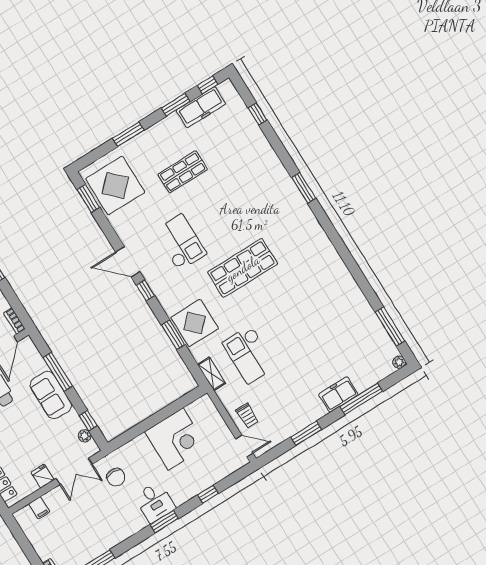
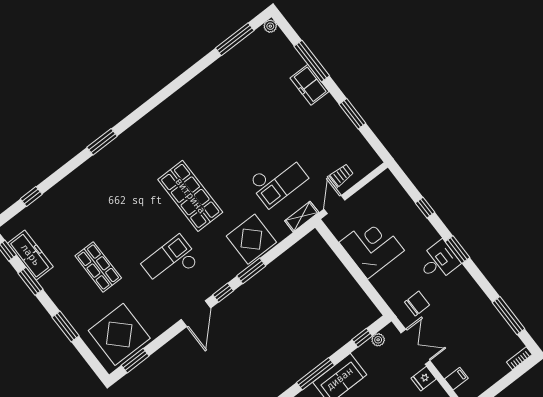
window: (173, 335) -> (251, 271), moved
door: (244, 446) -> (334, 205), moved

